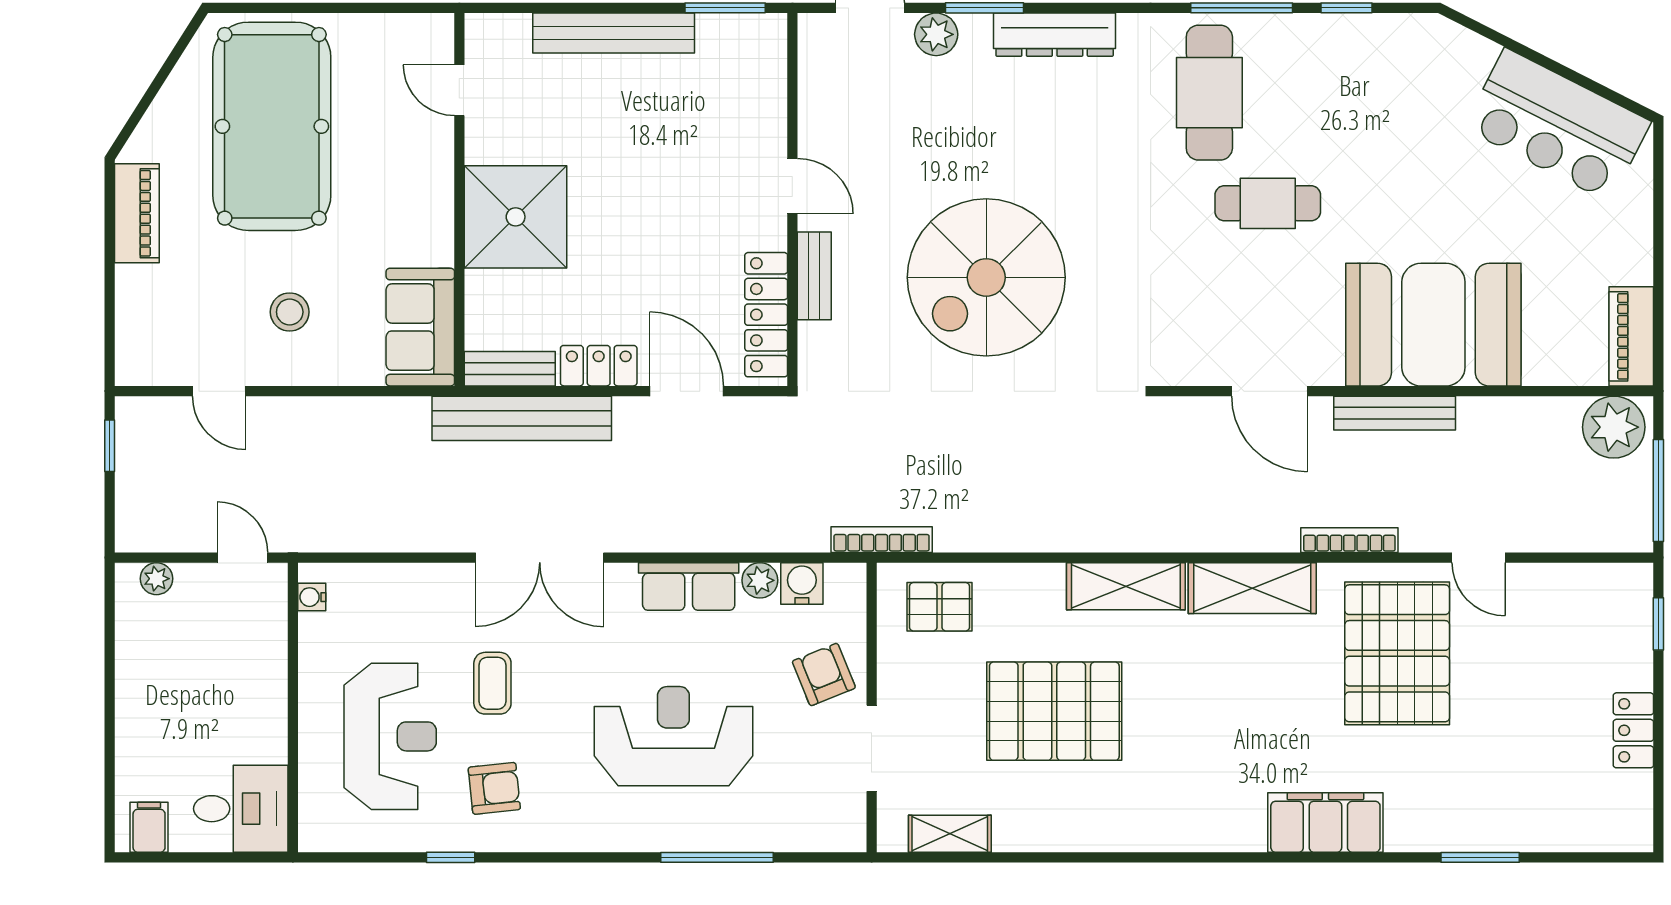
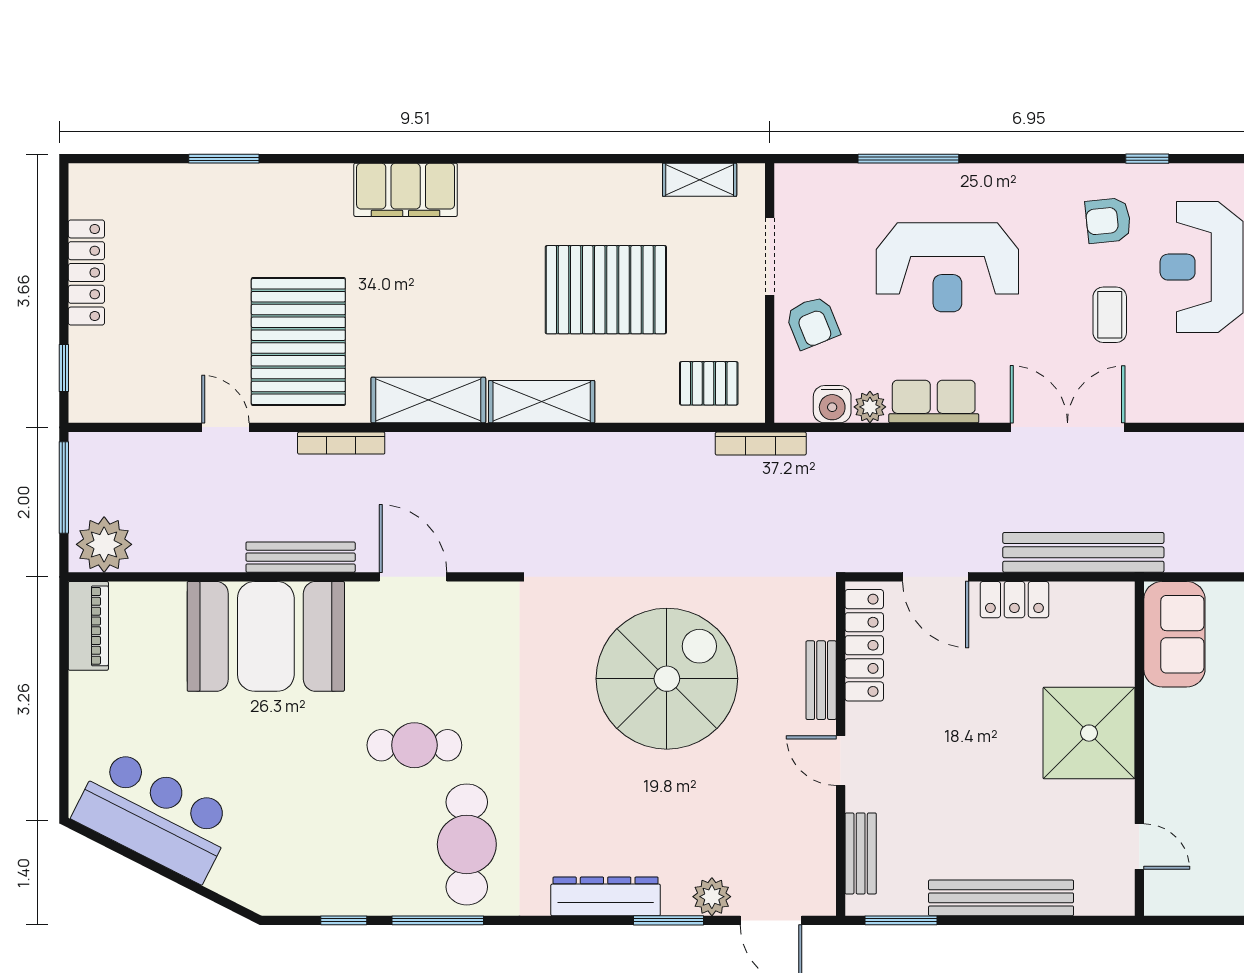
bench: (510, 369) -> (861, 853), moved, turned 90
locker: (1633, 730) -> (86, 273), width x1.53
filing cabinet: (1325, 823) -> (406, 190), moved

